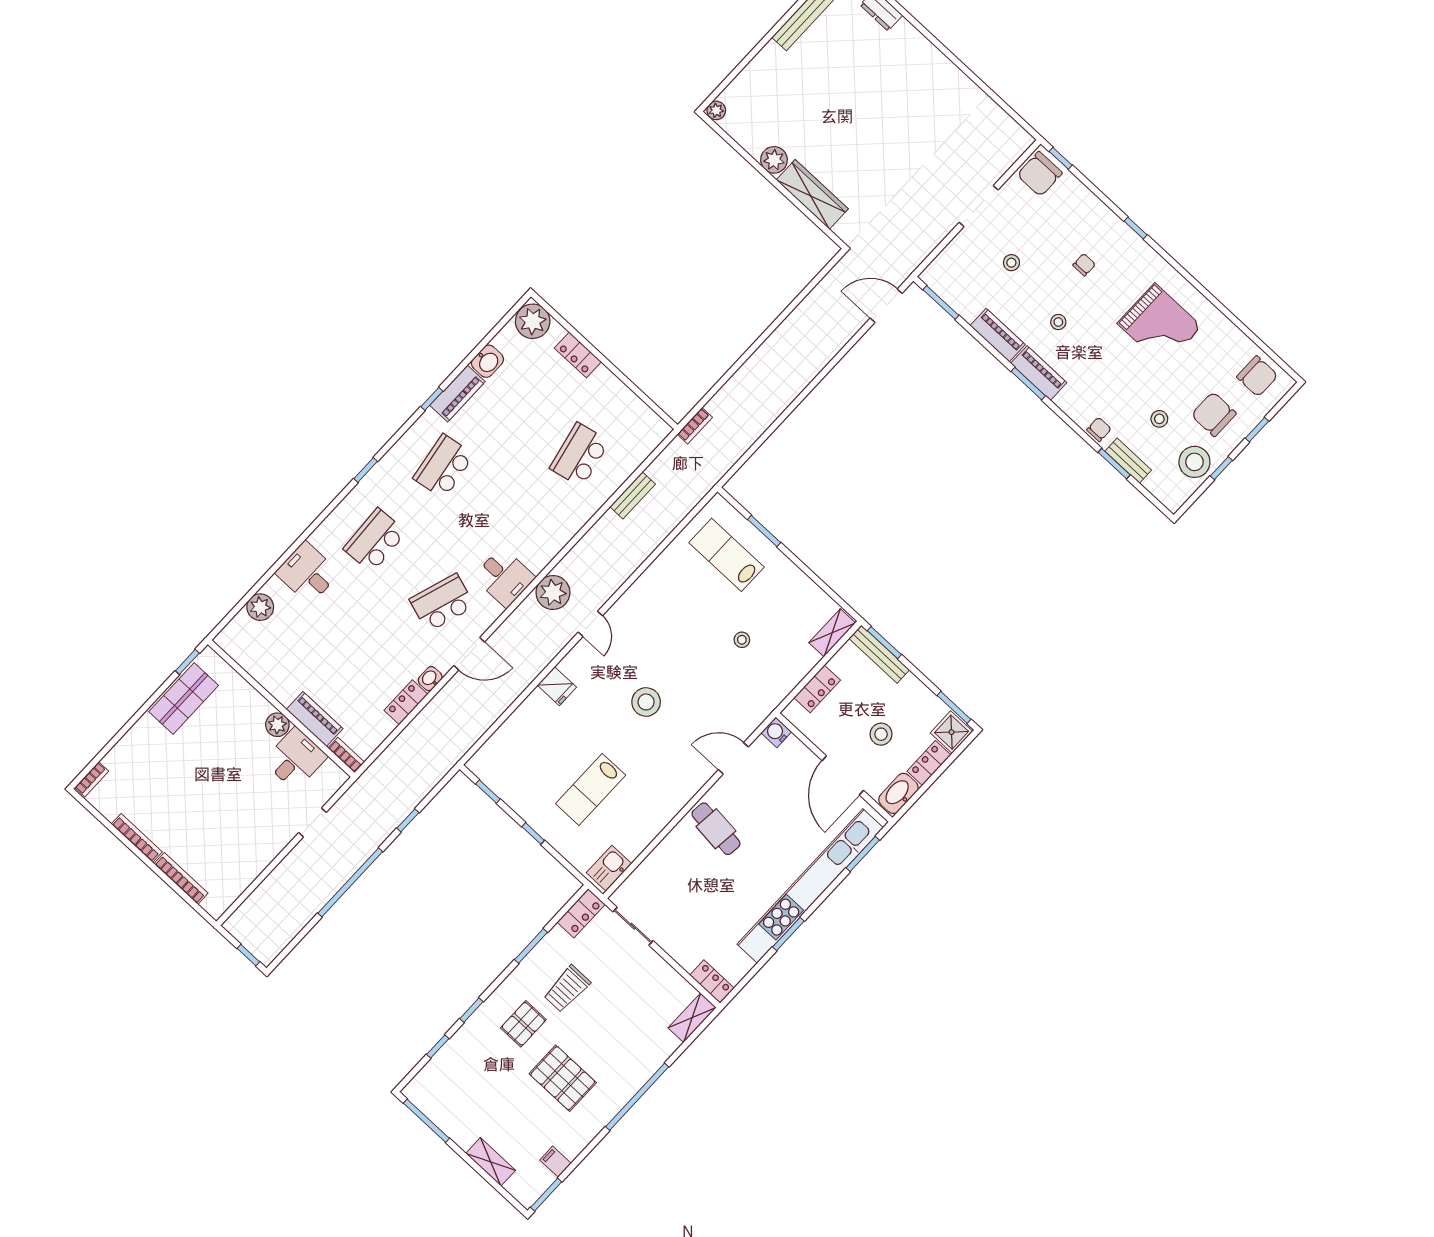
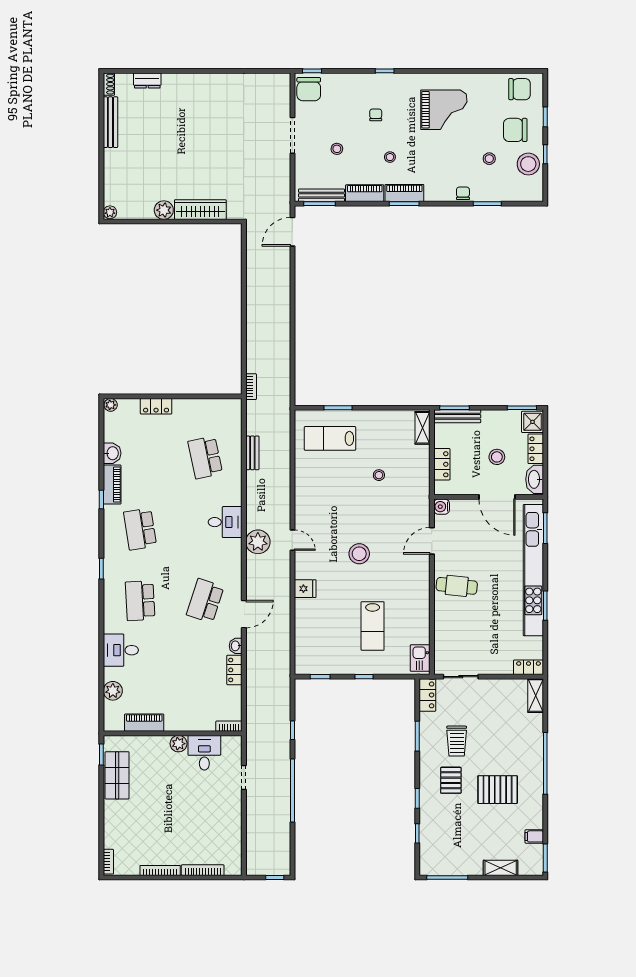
plant: (533, 321) -> (111, 405), width x0.53, depth x0.53
bench: (1128, 461) -> (322, 195), moved, width x1.36
desk: (504, 577) -> (225, 522), moved
piano: (315, 719) -> (144, 723), moved

